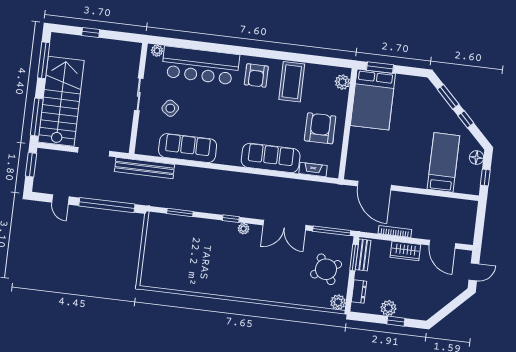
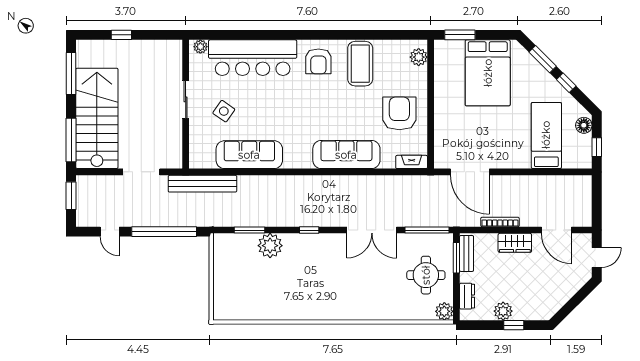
bed: (373, 100) -> (488, 73), moved
fireplace: (313, 170) -> (412, 162), moved
plant: (244, 229) -> (270, 246), moved, width x1.88, depth x1.88
round table: (326, 269) -> (426, 275), turned 30

